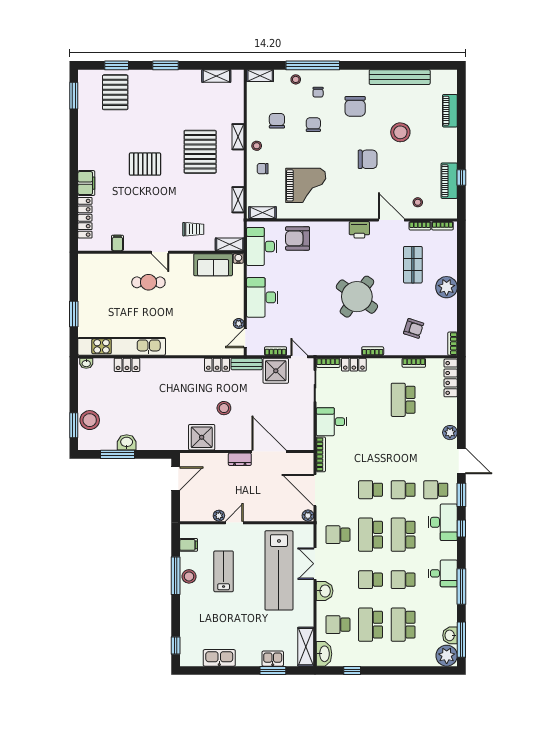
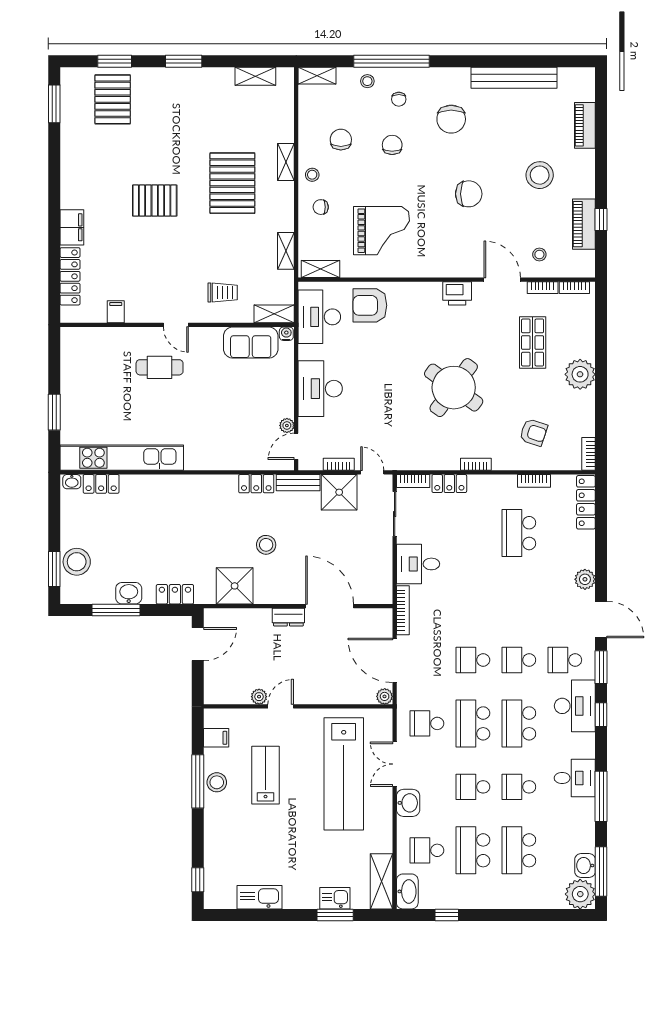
stool: (400, 132) -> (540, 175), moved
locker: (127, 365) -> (101, 484), moved
locker: (159, 443) -> (175, 594), added

